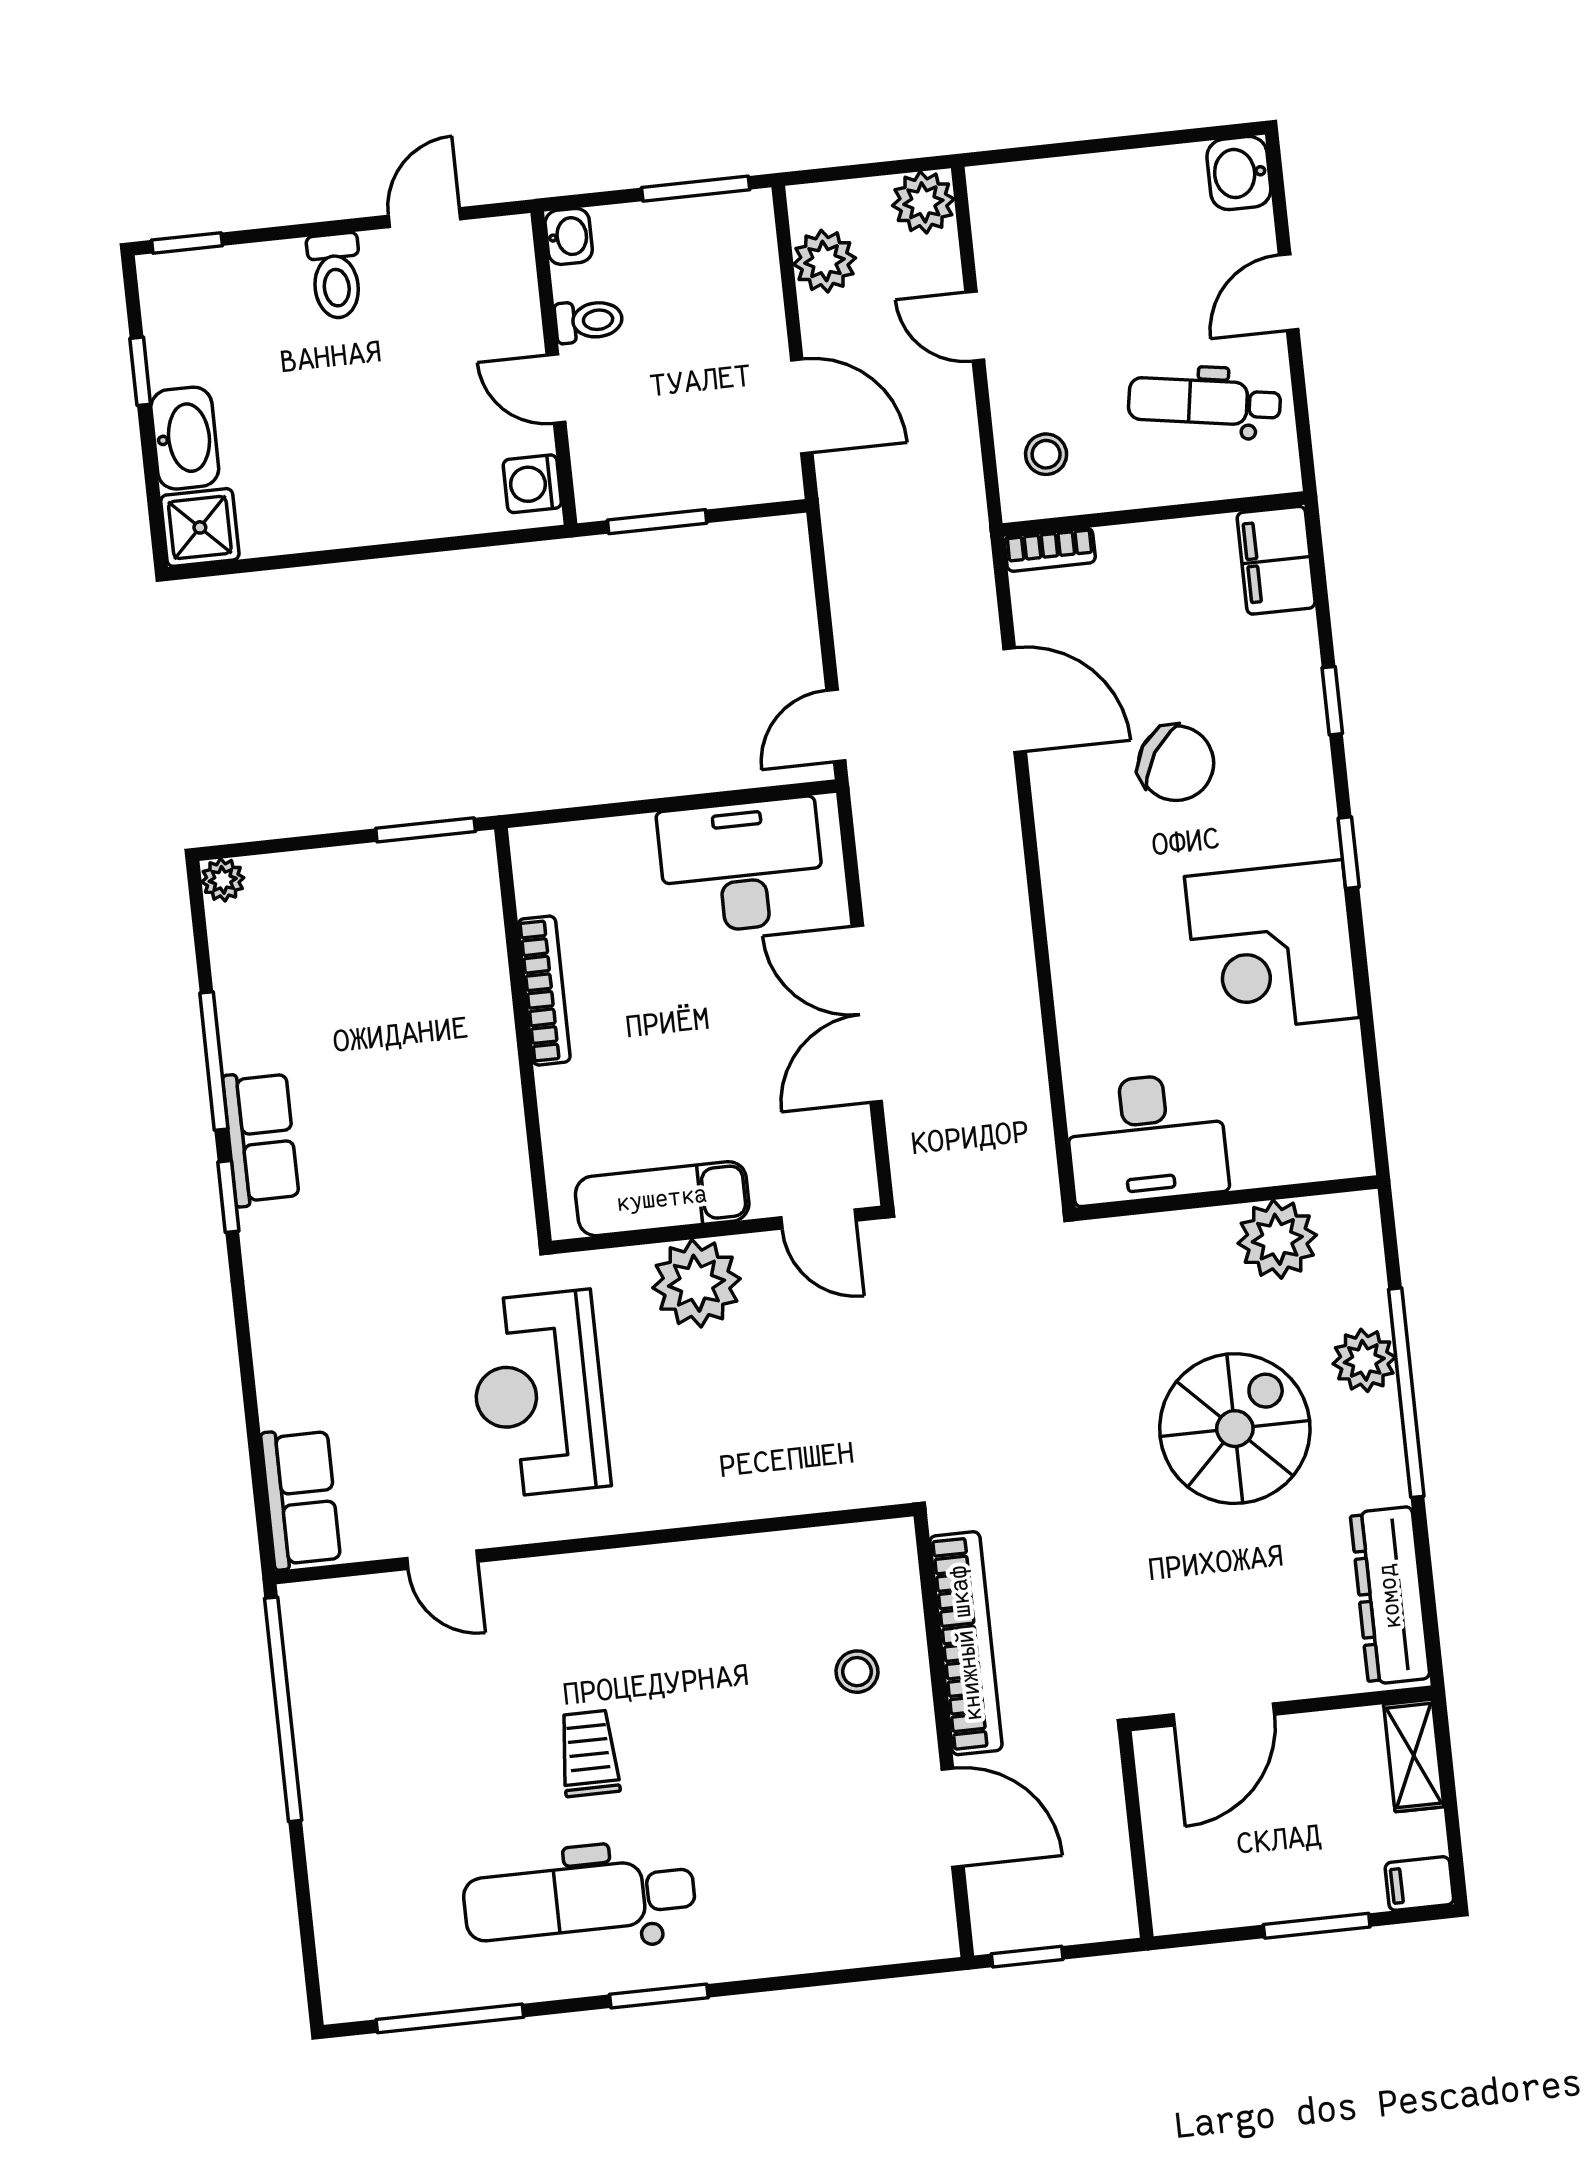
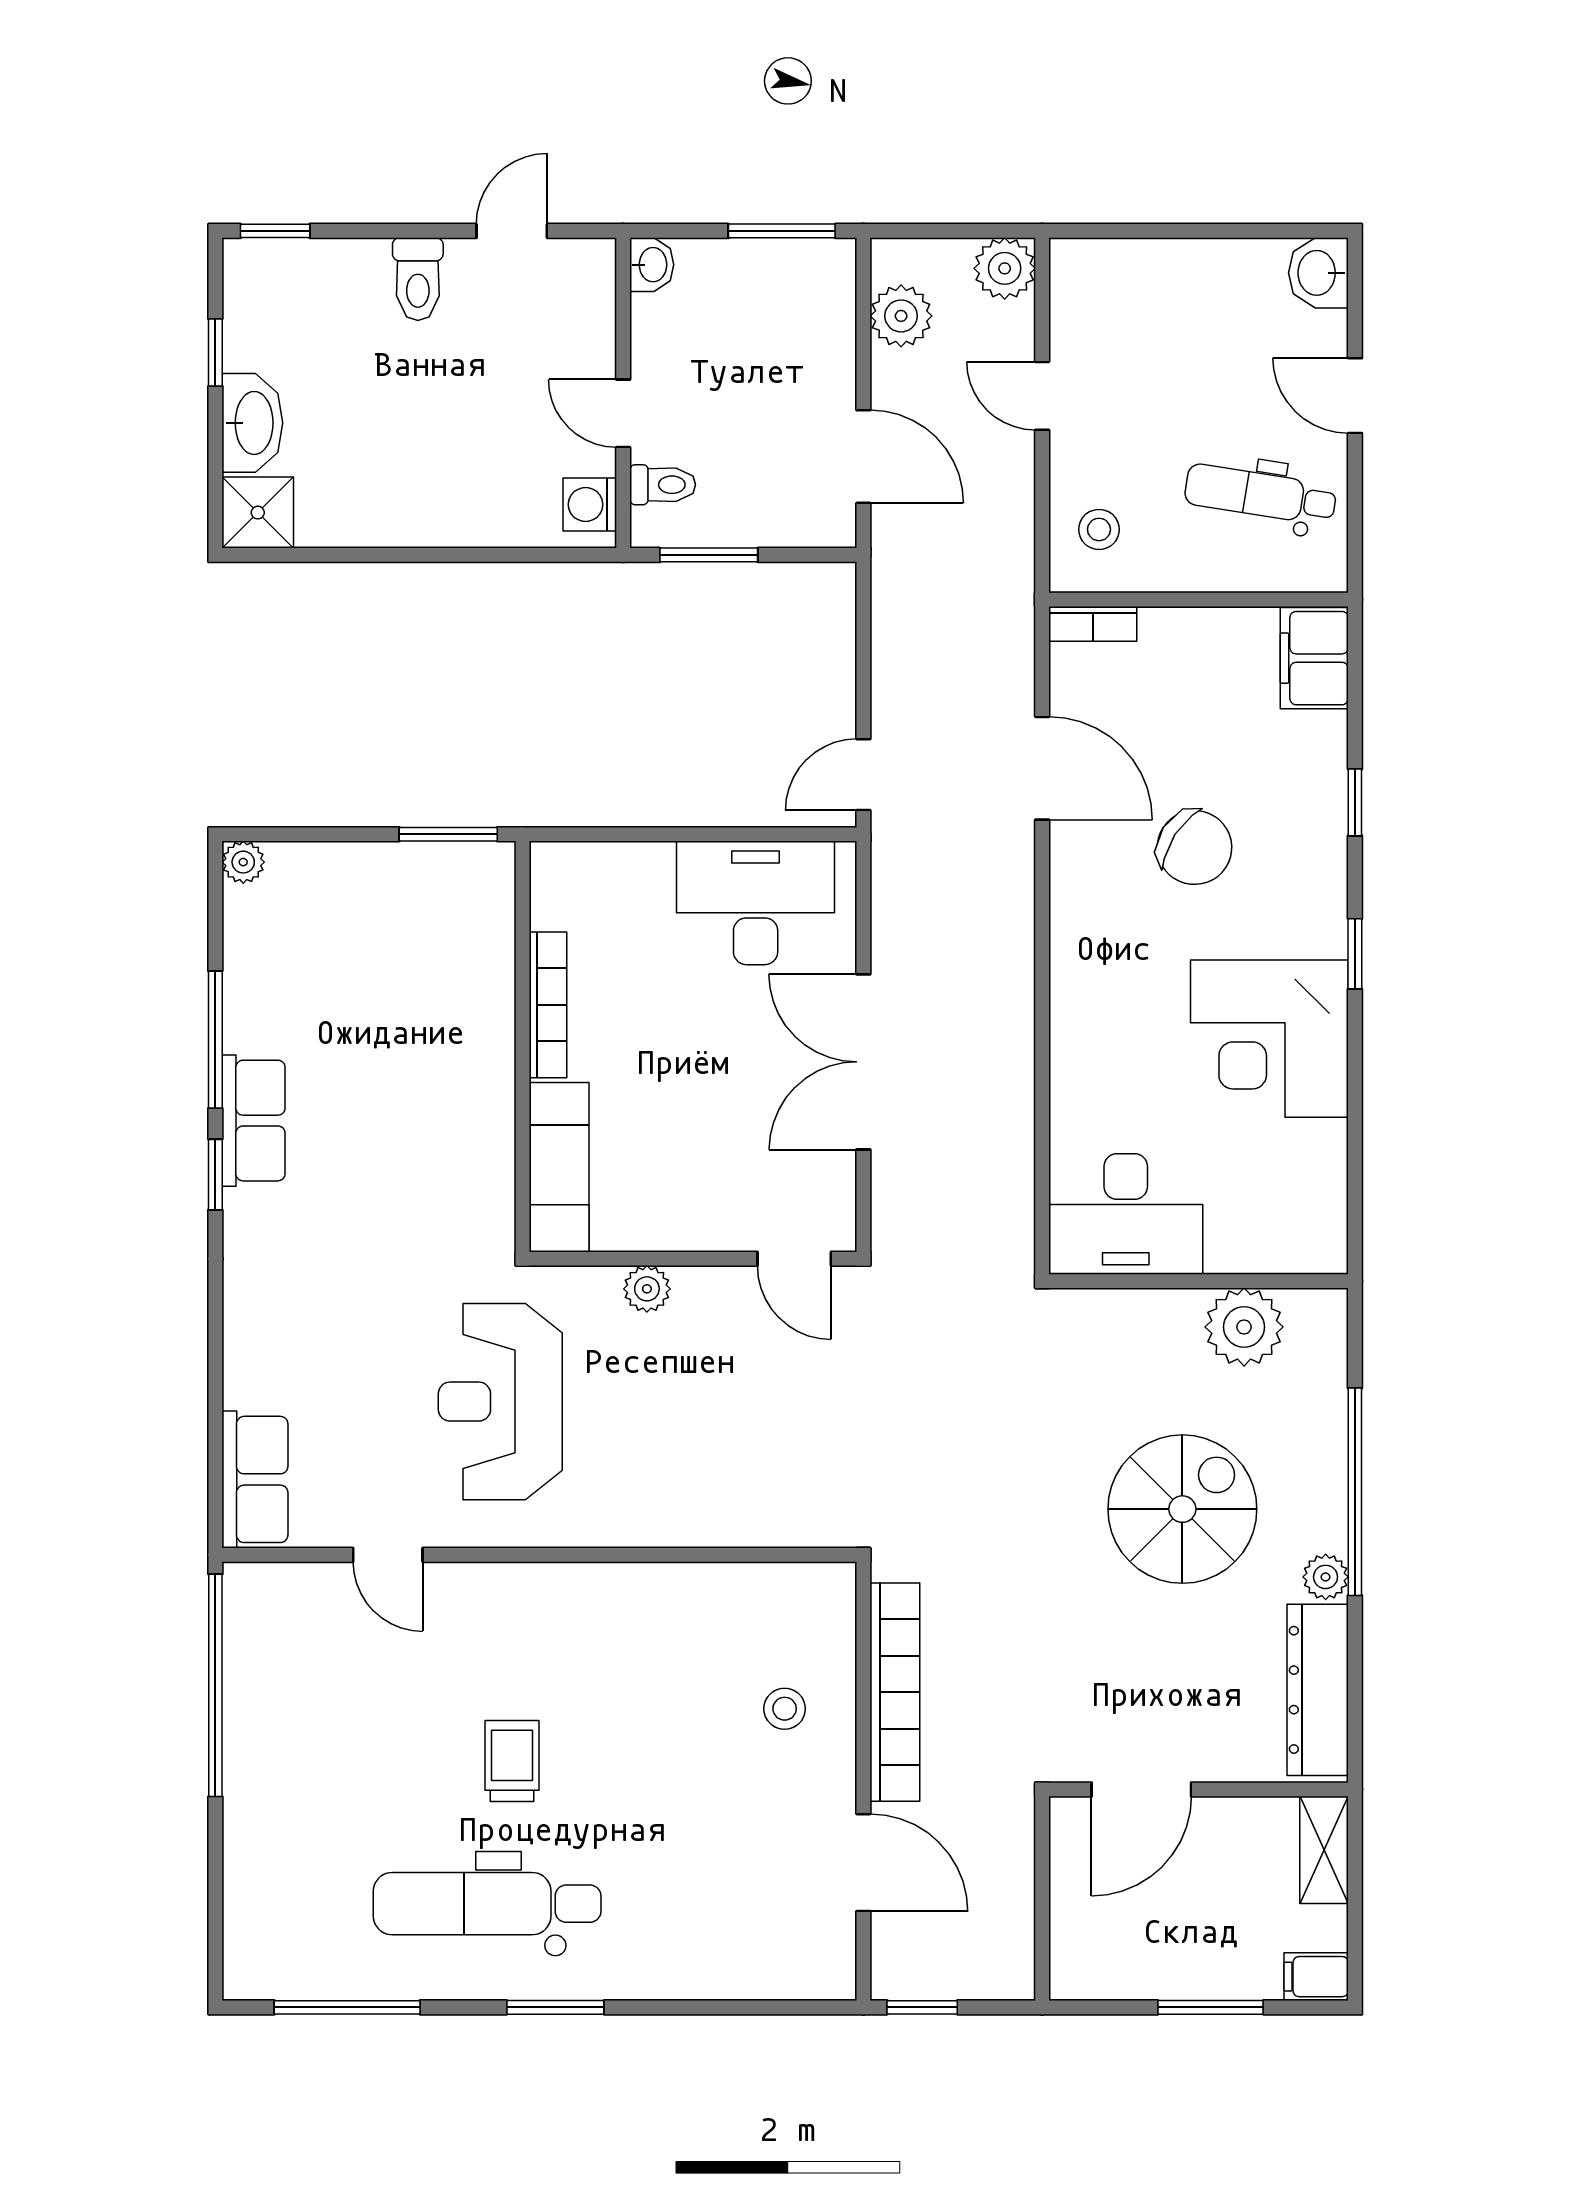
door: (1289, 292) -> (1355, 396), hinge flipped
toilet: (589, 321) -> (663, 485), moved
exam couch: (662, 1199) -> (559, 1167), moved, turned 90
plant: (696, 1283) -> (647, 1289), width x0.53, depth x0.53
plant: (1364, 1360) -> (1326, 1577), moved, width x0.73, depth x0.73

